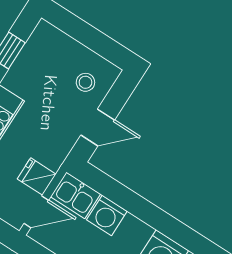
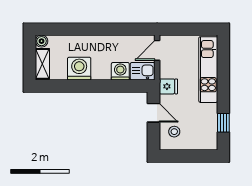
door: (98, 128) -> (153, 113), swing flipped
fridge: (37, 177) -> (168, 86), moved

